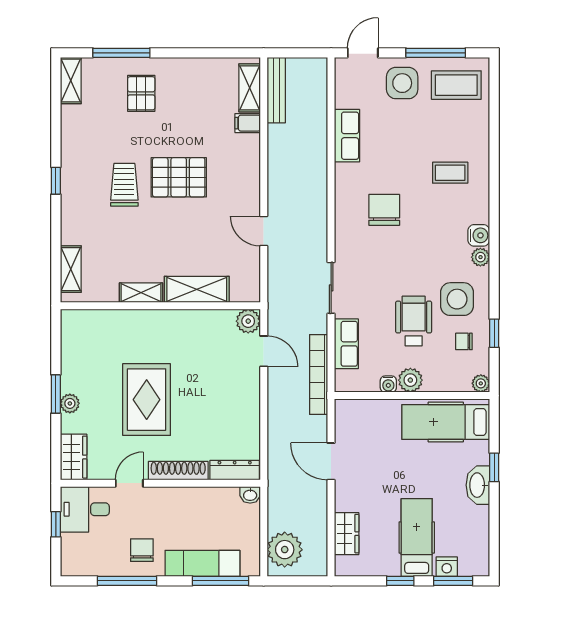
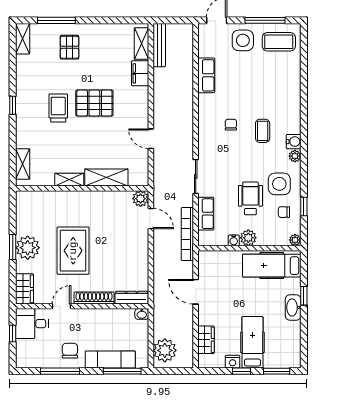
filing cabinet: (248, 123) -> (140, 73), width x2.00
coffee table: (450, 173) -> (263, 131), moved, turned 90
chair: (384, 210) -> (231, 125), width x0.54, depth x0.54
plant: (70, 403) -> (28, 248), width x1.87, depth x1.87
nightstand: (447, 567) -> (233, 362), moved

